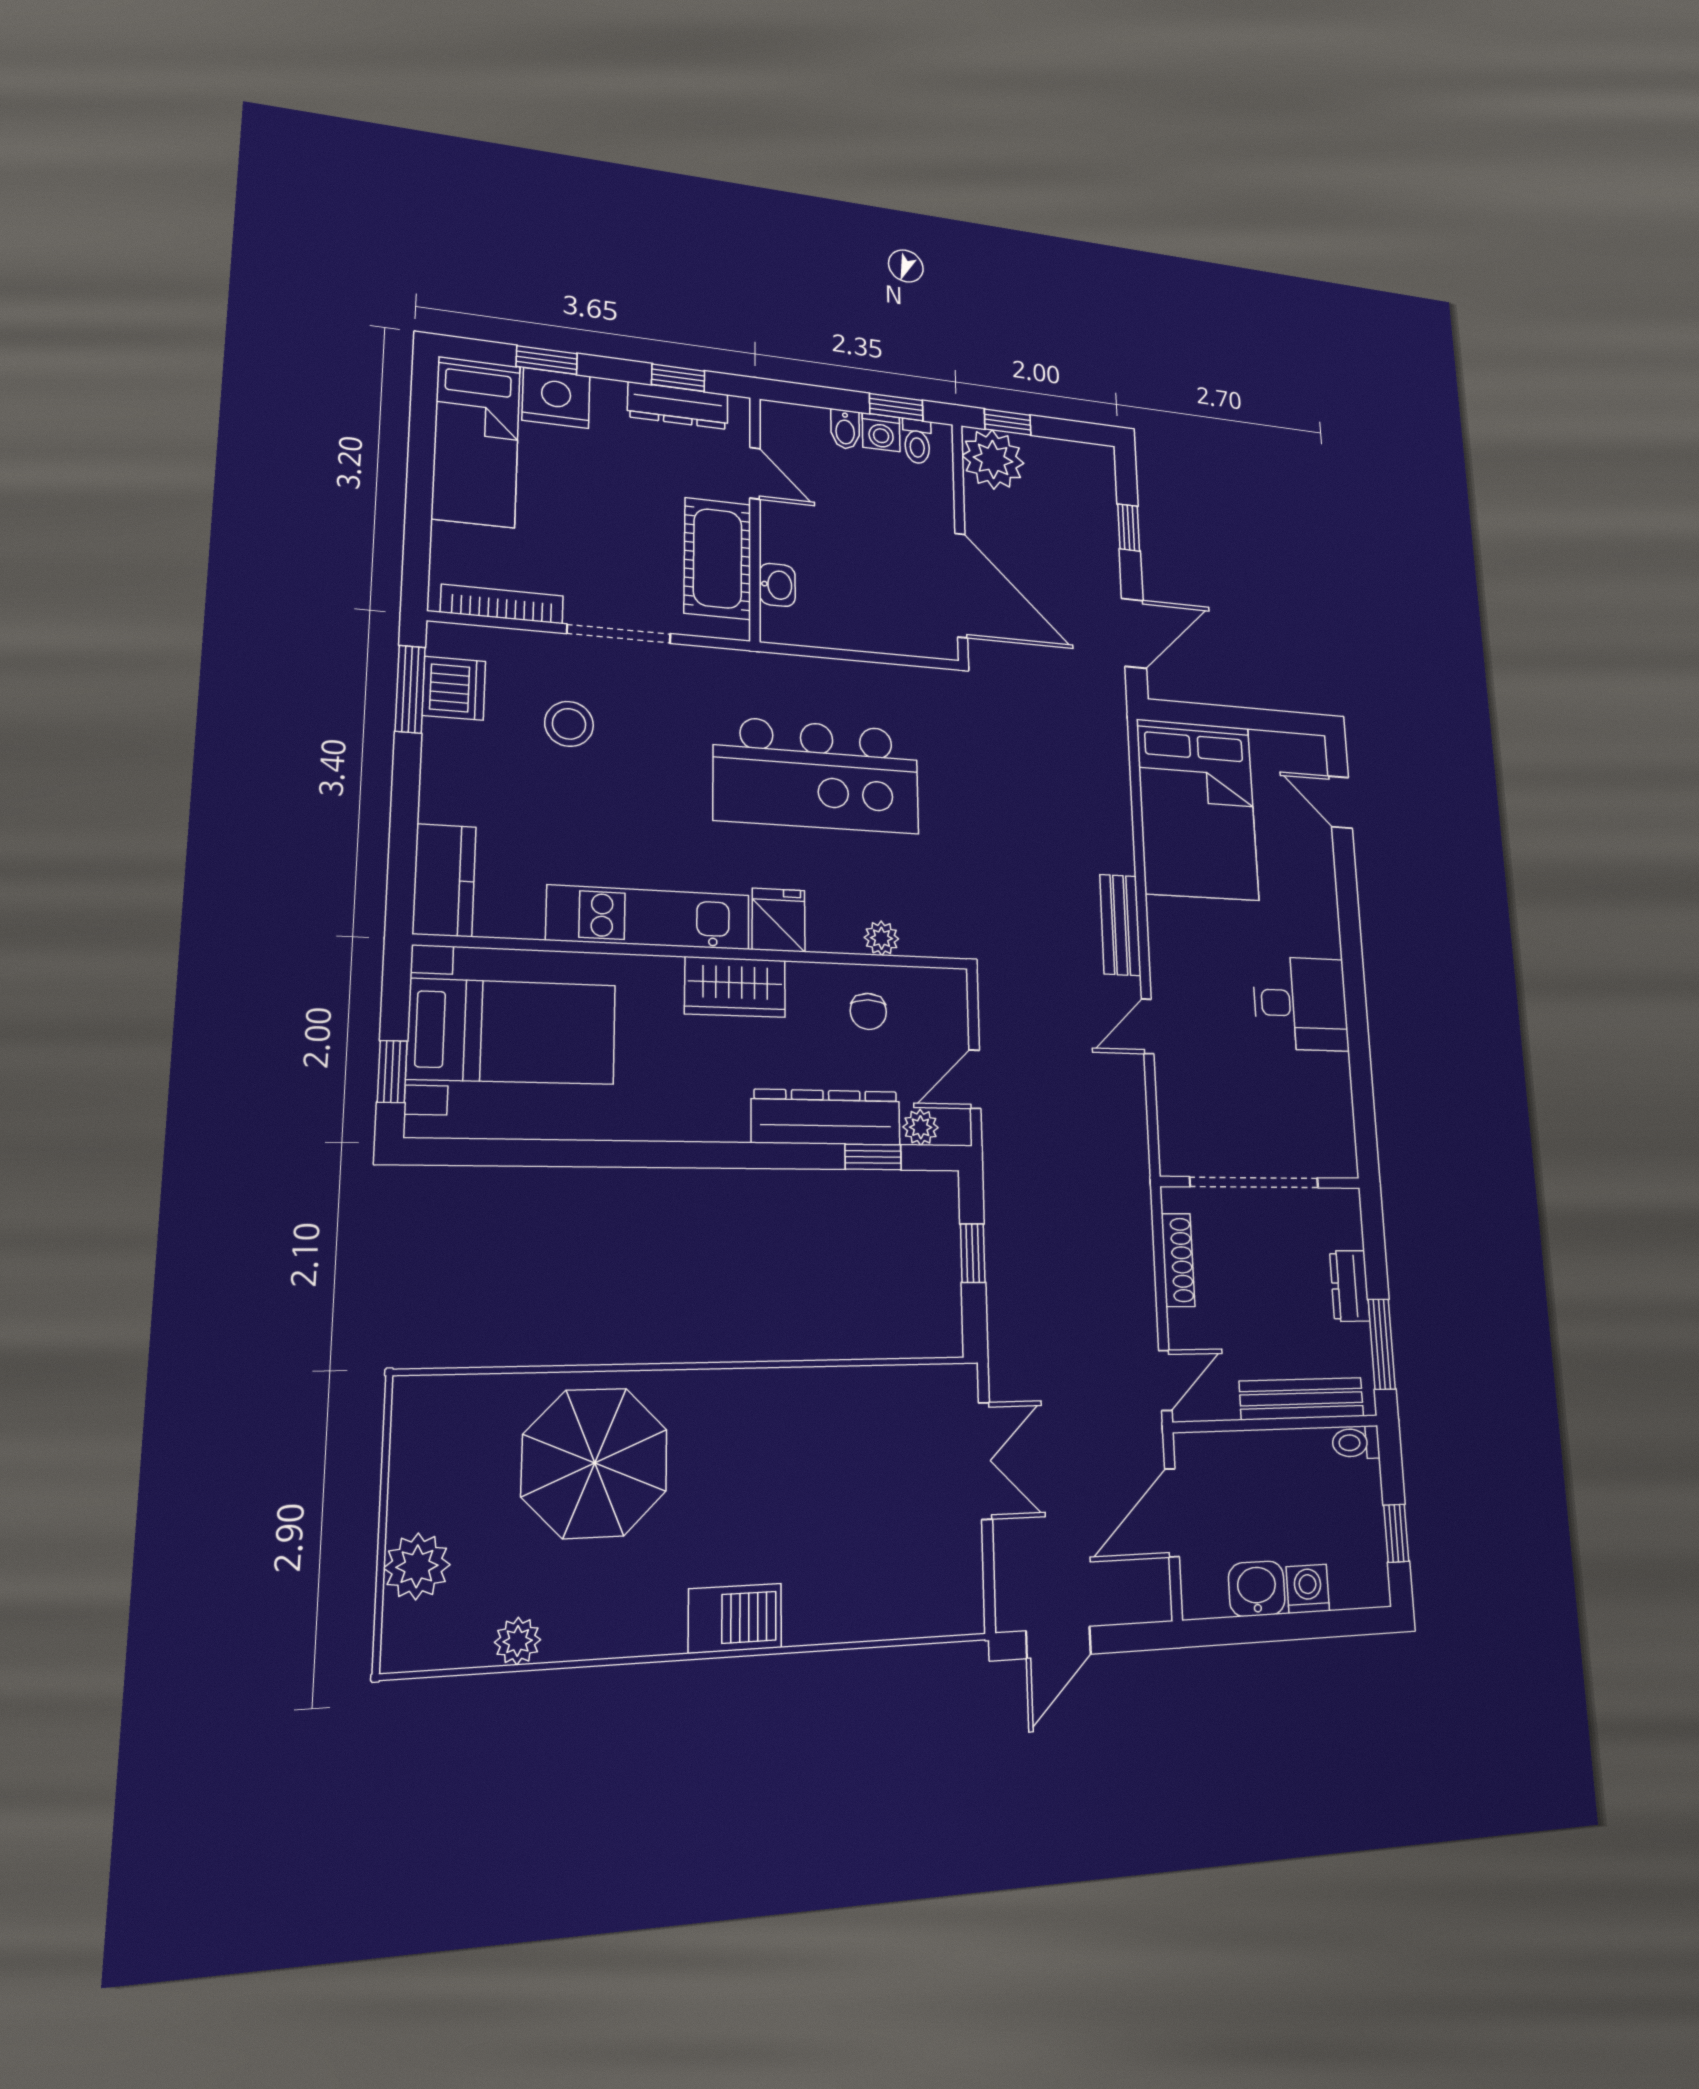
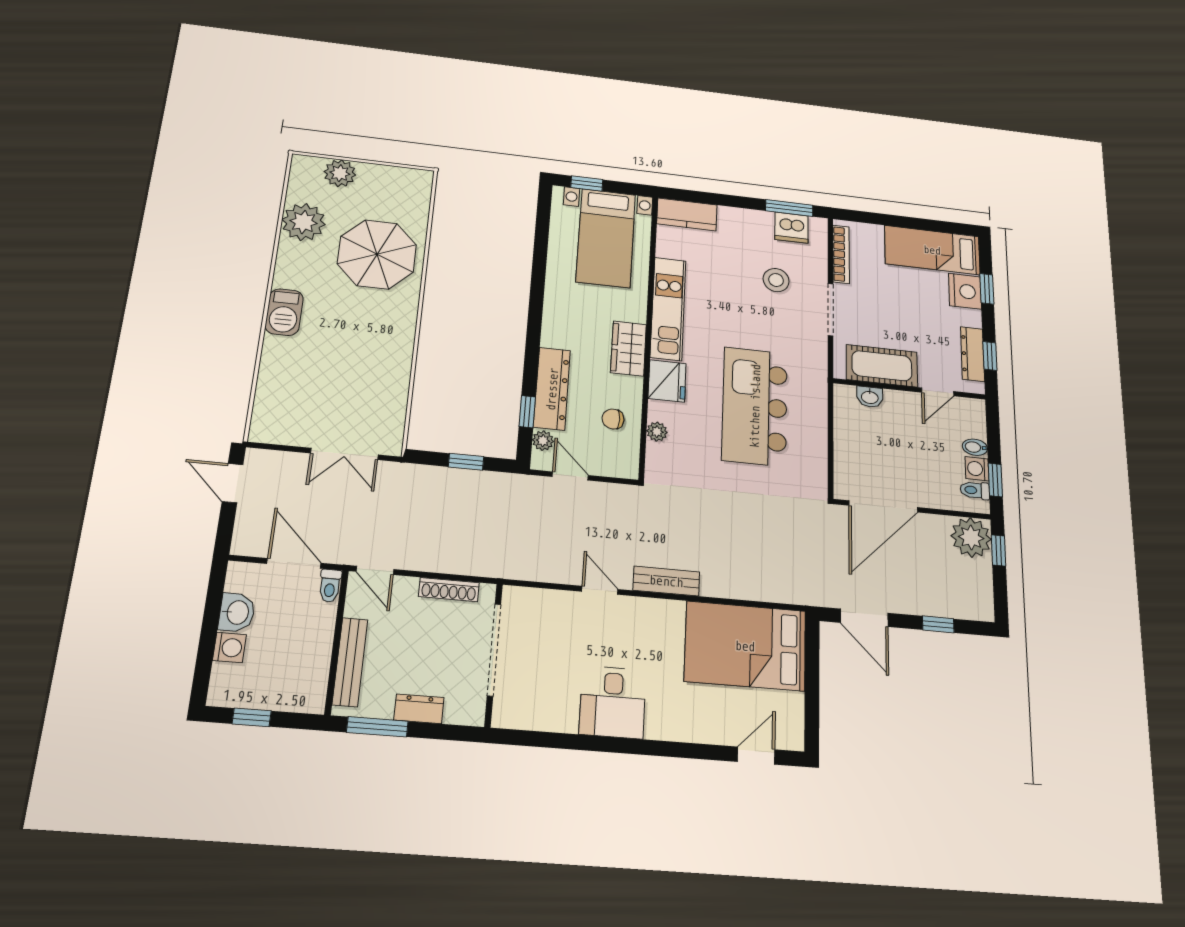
fridge: (779, 920) -> (667, 381), width x1.38
toilet: (1356, 1443) -> (330, 586), moved, turned 180
plant: (518, 1641) -> (304, 222), width x1.88, depth x1.88

